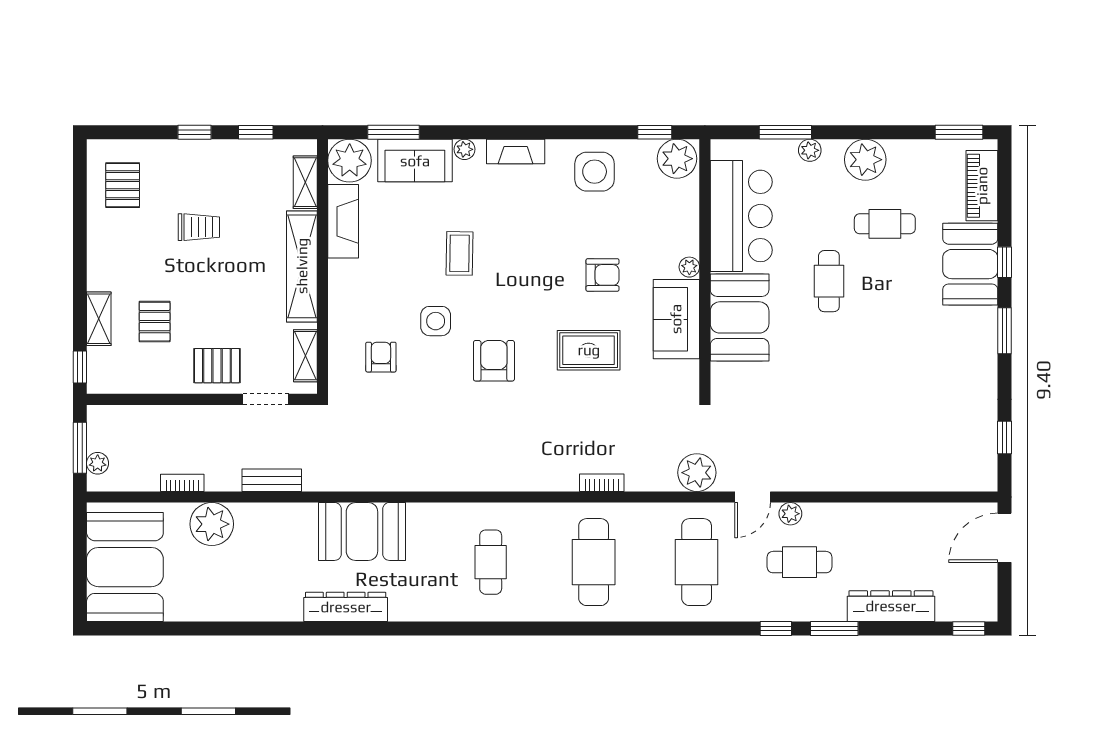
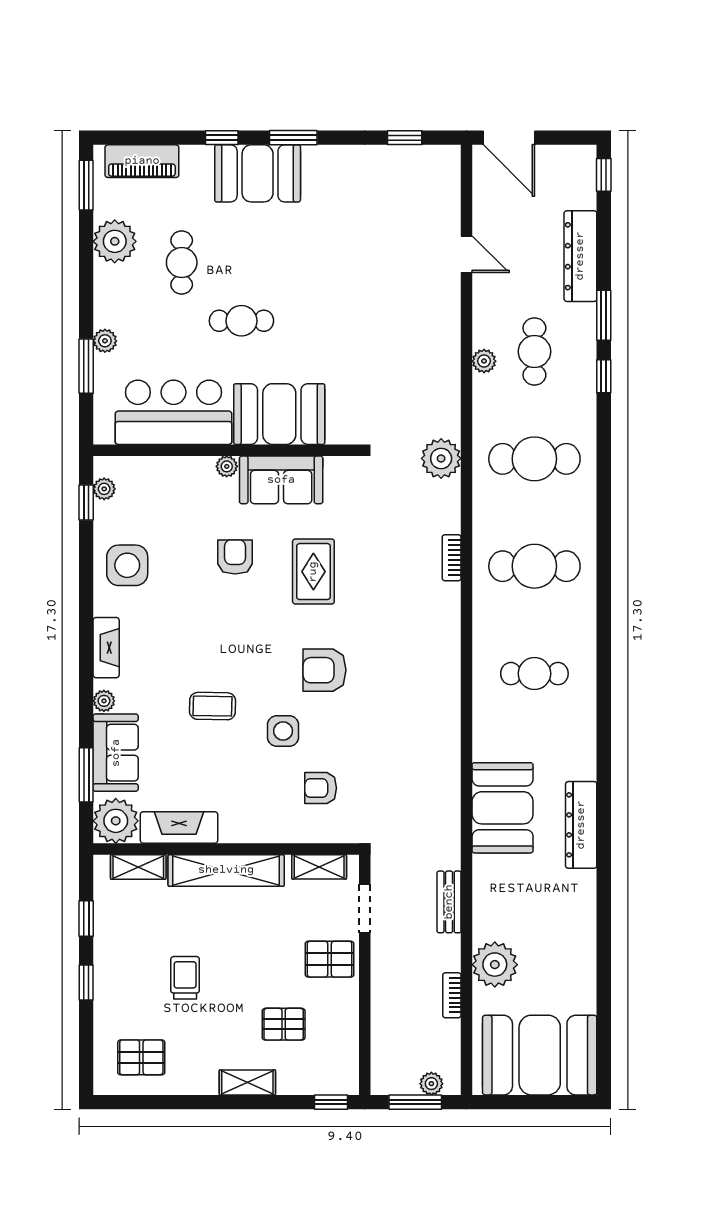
plant: (677, 159) -> (104, 489), width x0.53, depth x0.53
plant: (865, 160) -> (115, 241), moved
booth: (970, 264) -> (258, 173), moved
shelving: (99, 319) -> (247, 1082), moved
pallet: (217, 366) -> (330, 959), turned 90
door: (753, 497) -> (467, 254), moved

